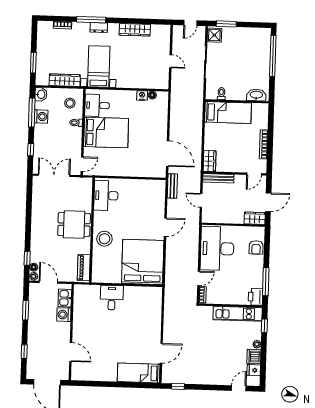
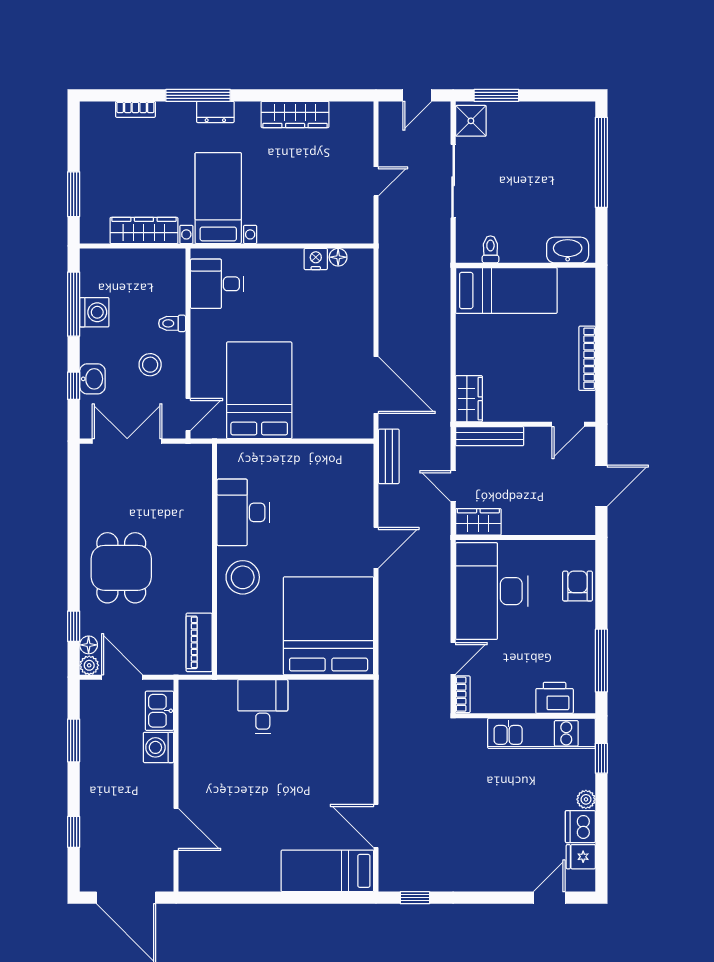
door: (171, 61) -> (376, 181), hinge flipped
washbasin: (41, 94) -> (92, 379), moved
stool: (70, 103) -> (150, 365), moved
bed: (106, 133) -> (259, 390), moved, turned -90
desk: (106, 196) -> (243, 512), moved
wardrobe: (255, 218) -> (478, 522), moved
dining table: (74, 224) -> (121, 568), moved, turned 90
armchair: (256, 247) -> (578, 586), turned 180
printer: (256, 297) -> (555, 698), moved, turned 90
door: (161, 353) -> (376, 826), swing flipped

